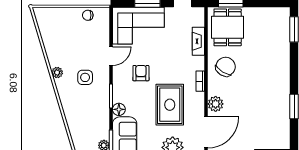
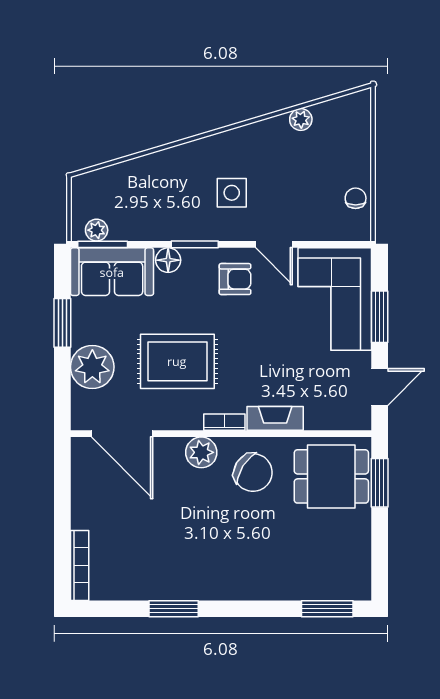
fireplace: (198, 41) -> (275, 418), moved
plant: (57, 72) -> (301, 119), moved
armchair: (141, 73) -> (235, 279), moved
plant: (216, 104) -> (201, 452), moved

